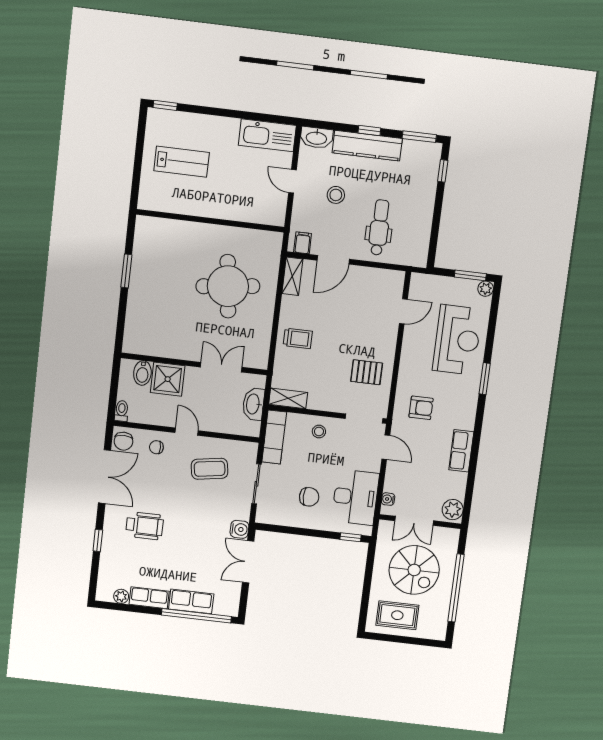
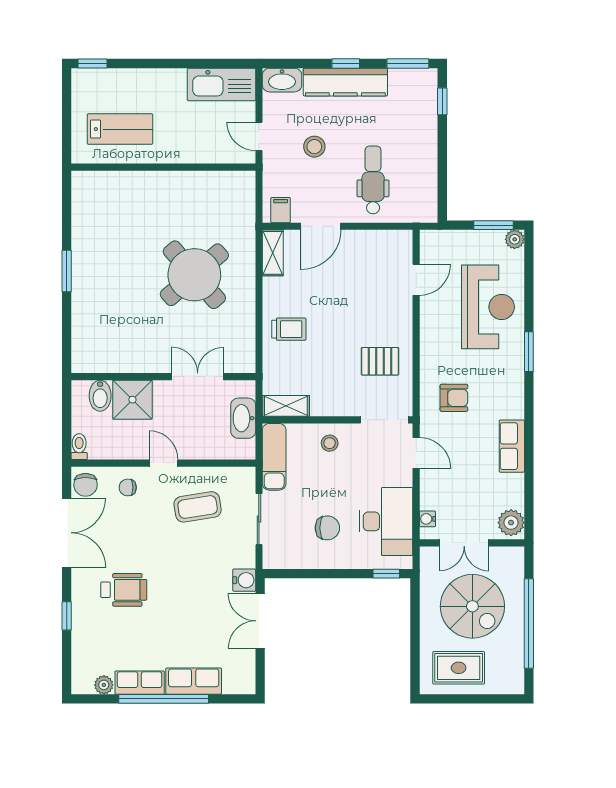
wall: (210, 221) -> (163, 167), moved
round table: (228, 286) -> (194, 275), turned -34
window: (196, 616) -> (164, 699), moved

